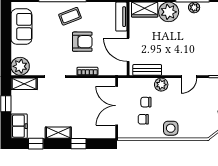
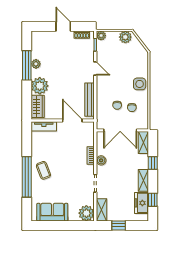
armchair: (82, 42) -> (65, 160), removed
door: (128, 50) -> (72, 120), swing flipped
bench: (147, 70) -> (90, 100), width x1.36
boiler: (82, 83) -> (101, 160), added
plant: (161, 85) -> (102, 92), removed
freezer: (19, 126) -> (141, 203), moved, turned -90
shelving: (102, 133) -> (143, 143), added

